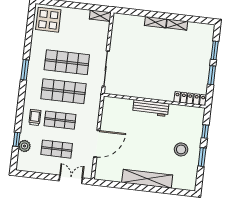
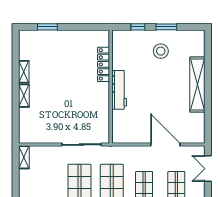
window: (212, 75) -> (75, 27), removed
locker: (190, 98) -> (103, 64), moved

